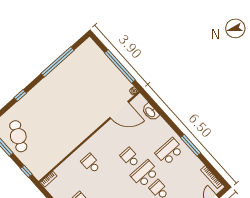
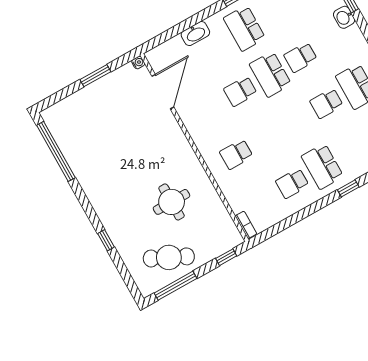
window: (58, 62) -> (56, 151), moved
window: (120, 66) -> (95, 76), width x0.47
washbasin: (150, 112) -> (195, 33), moved
round table: (53, 130) -> (172, 202), added

